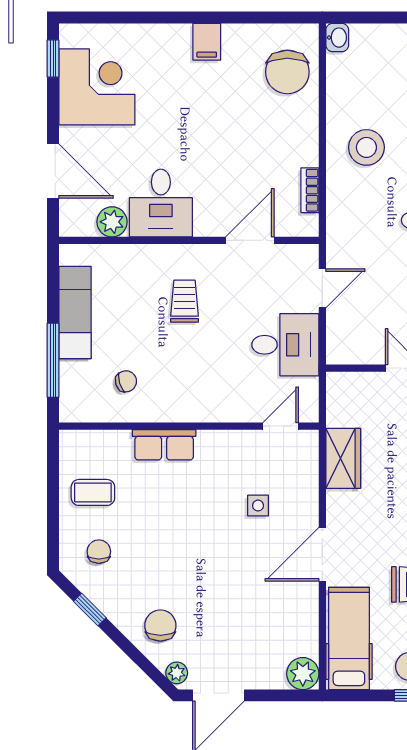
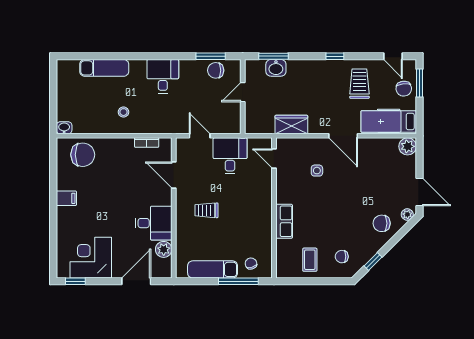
stool: (366, 147) -> (123, 112), width x0.53, depth x0.53
chair: (126, 381) -> (251, 264), moved

